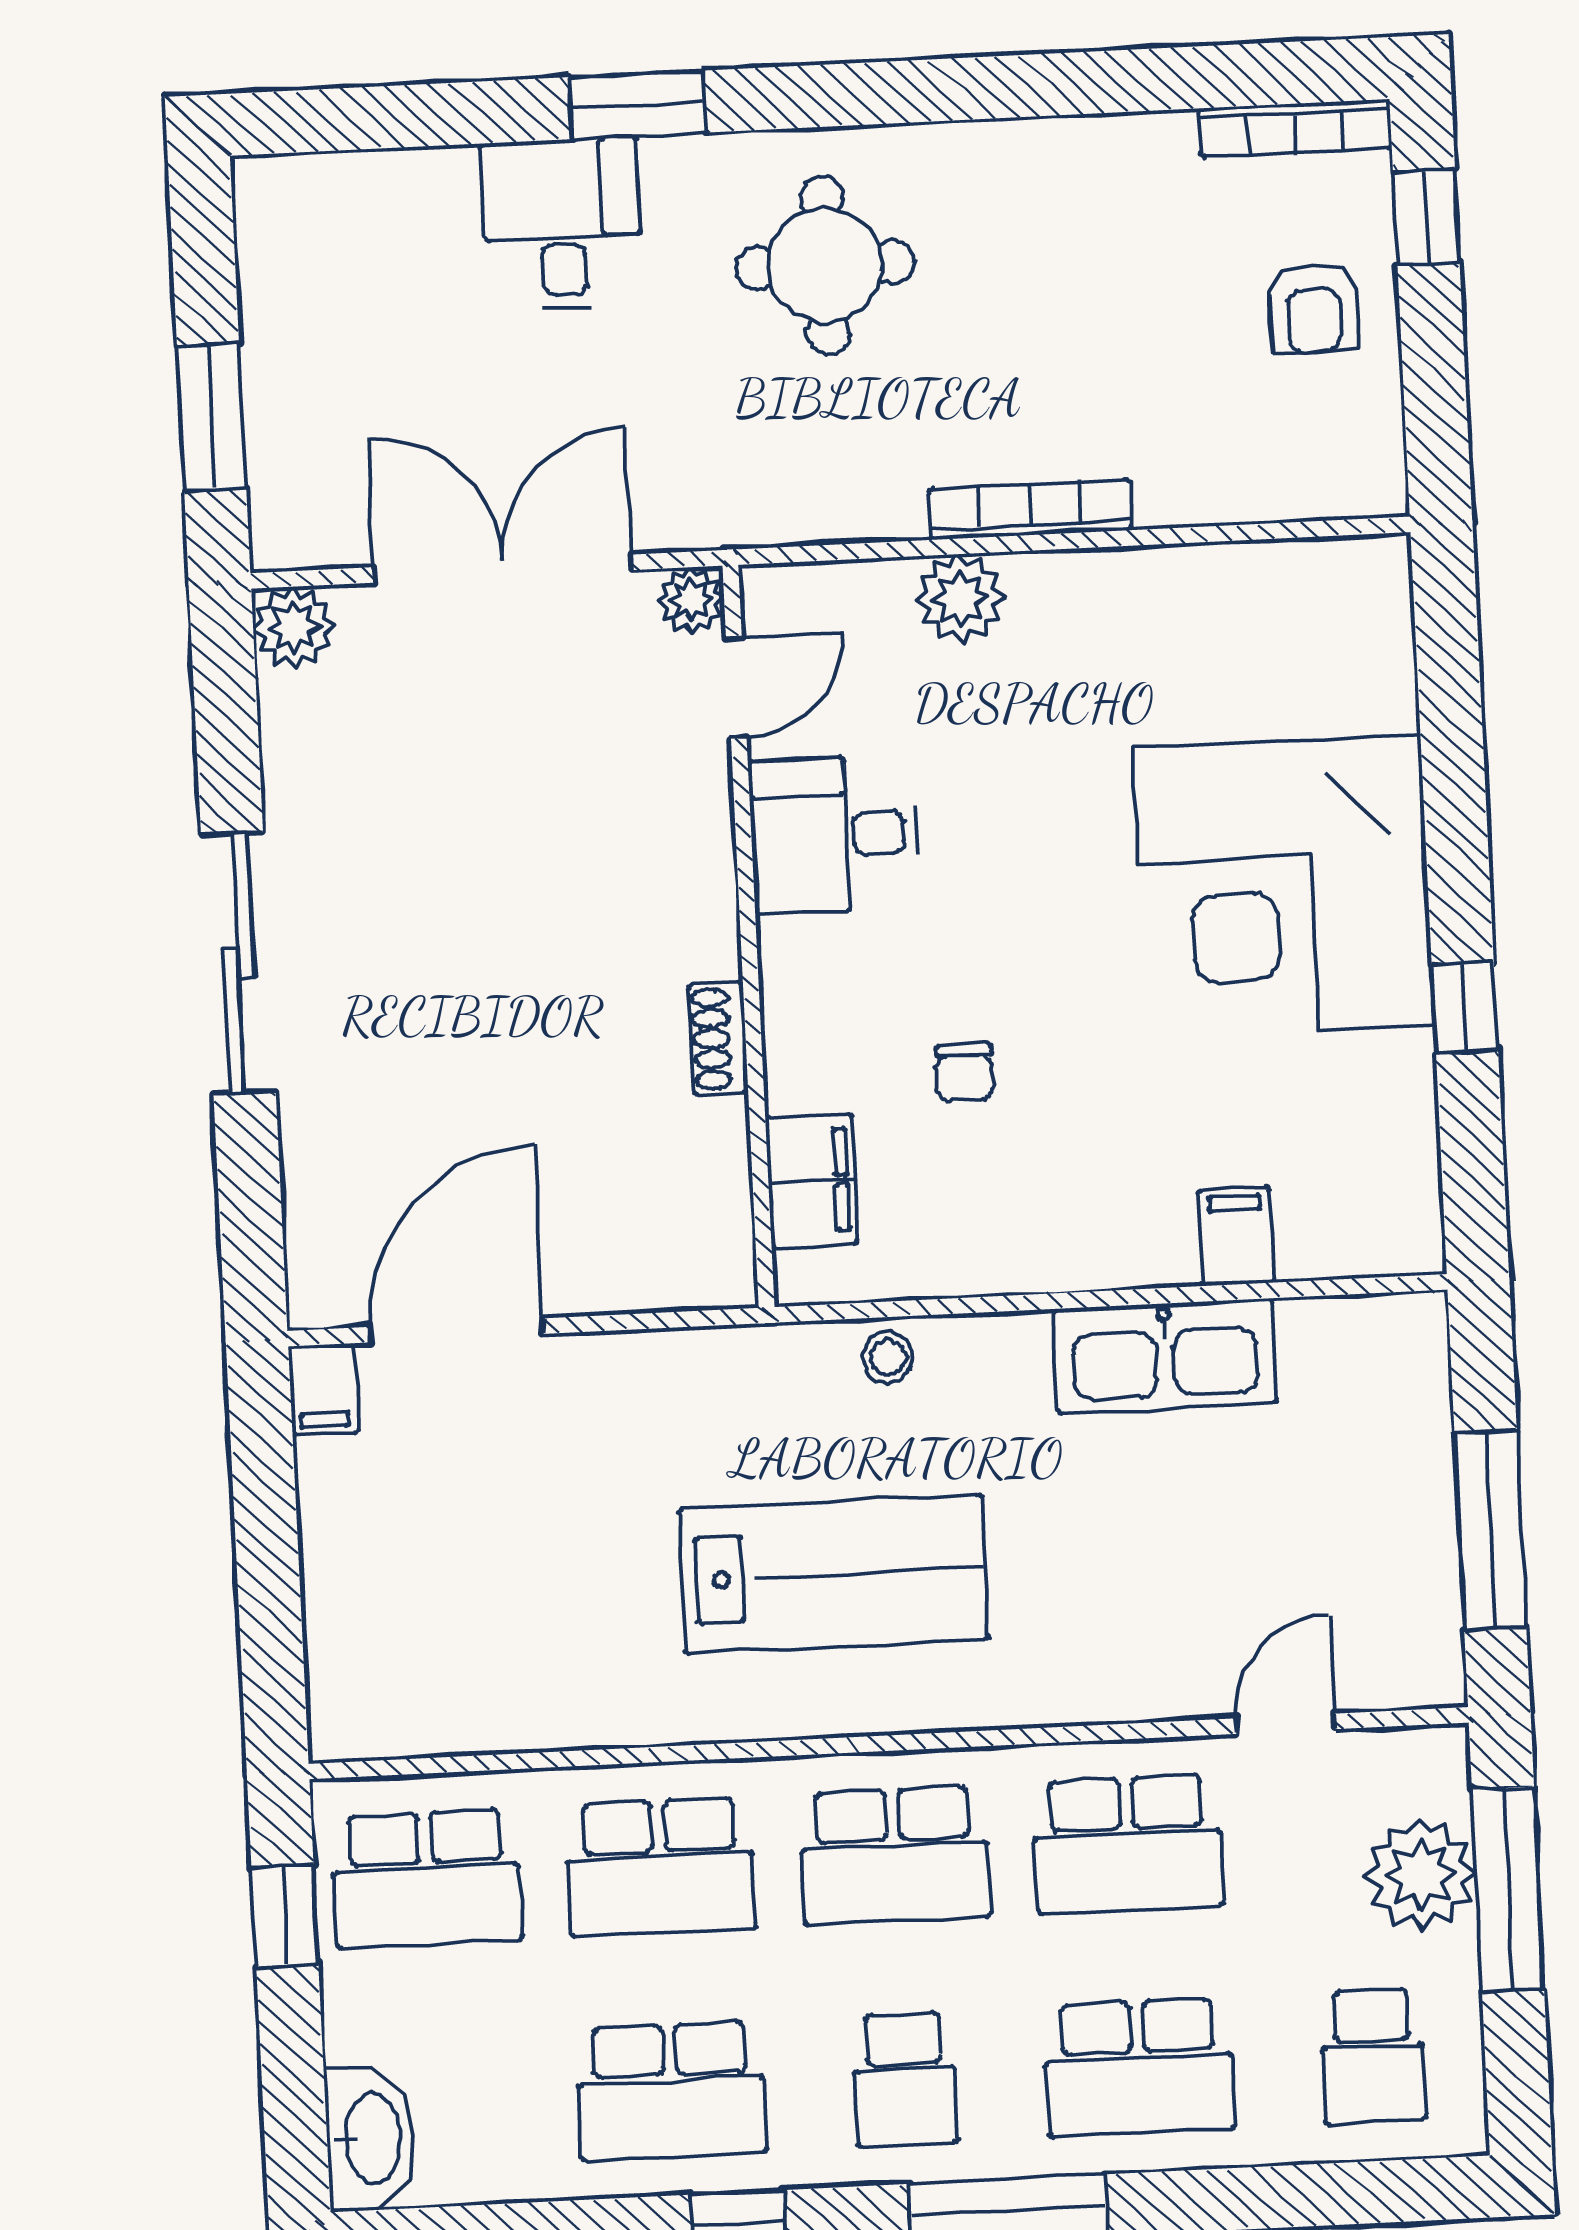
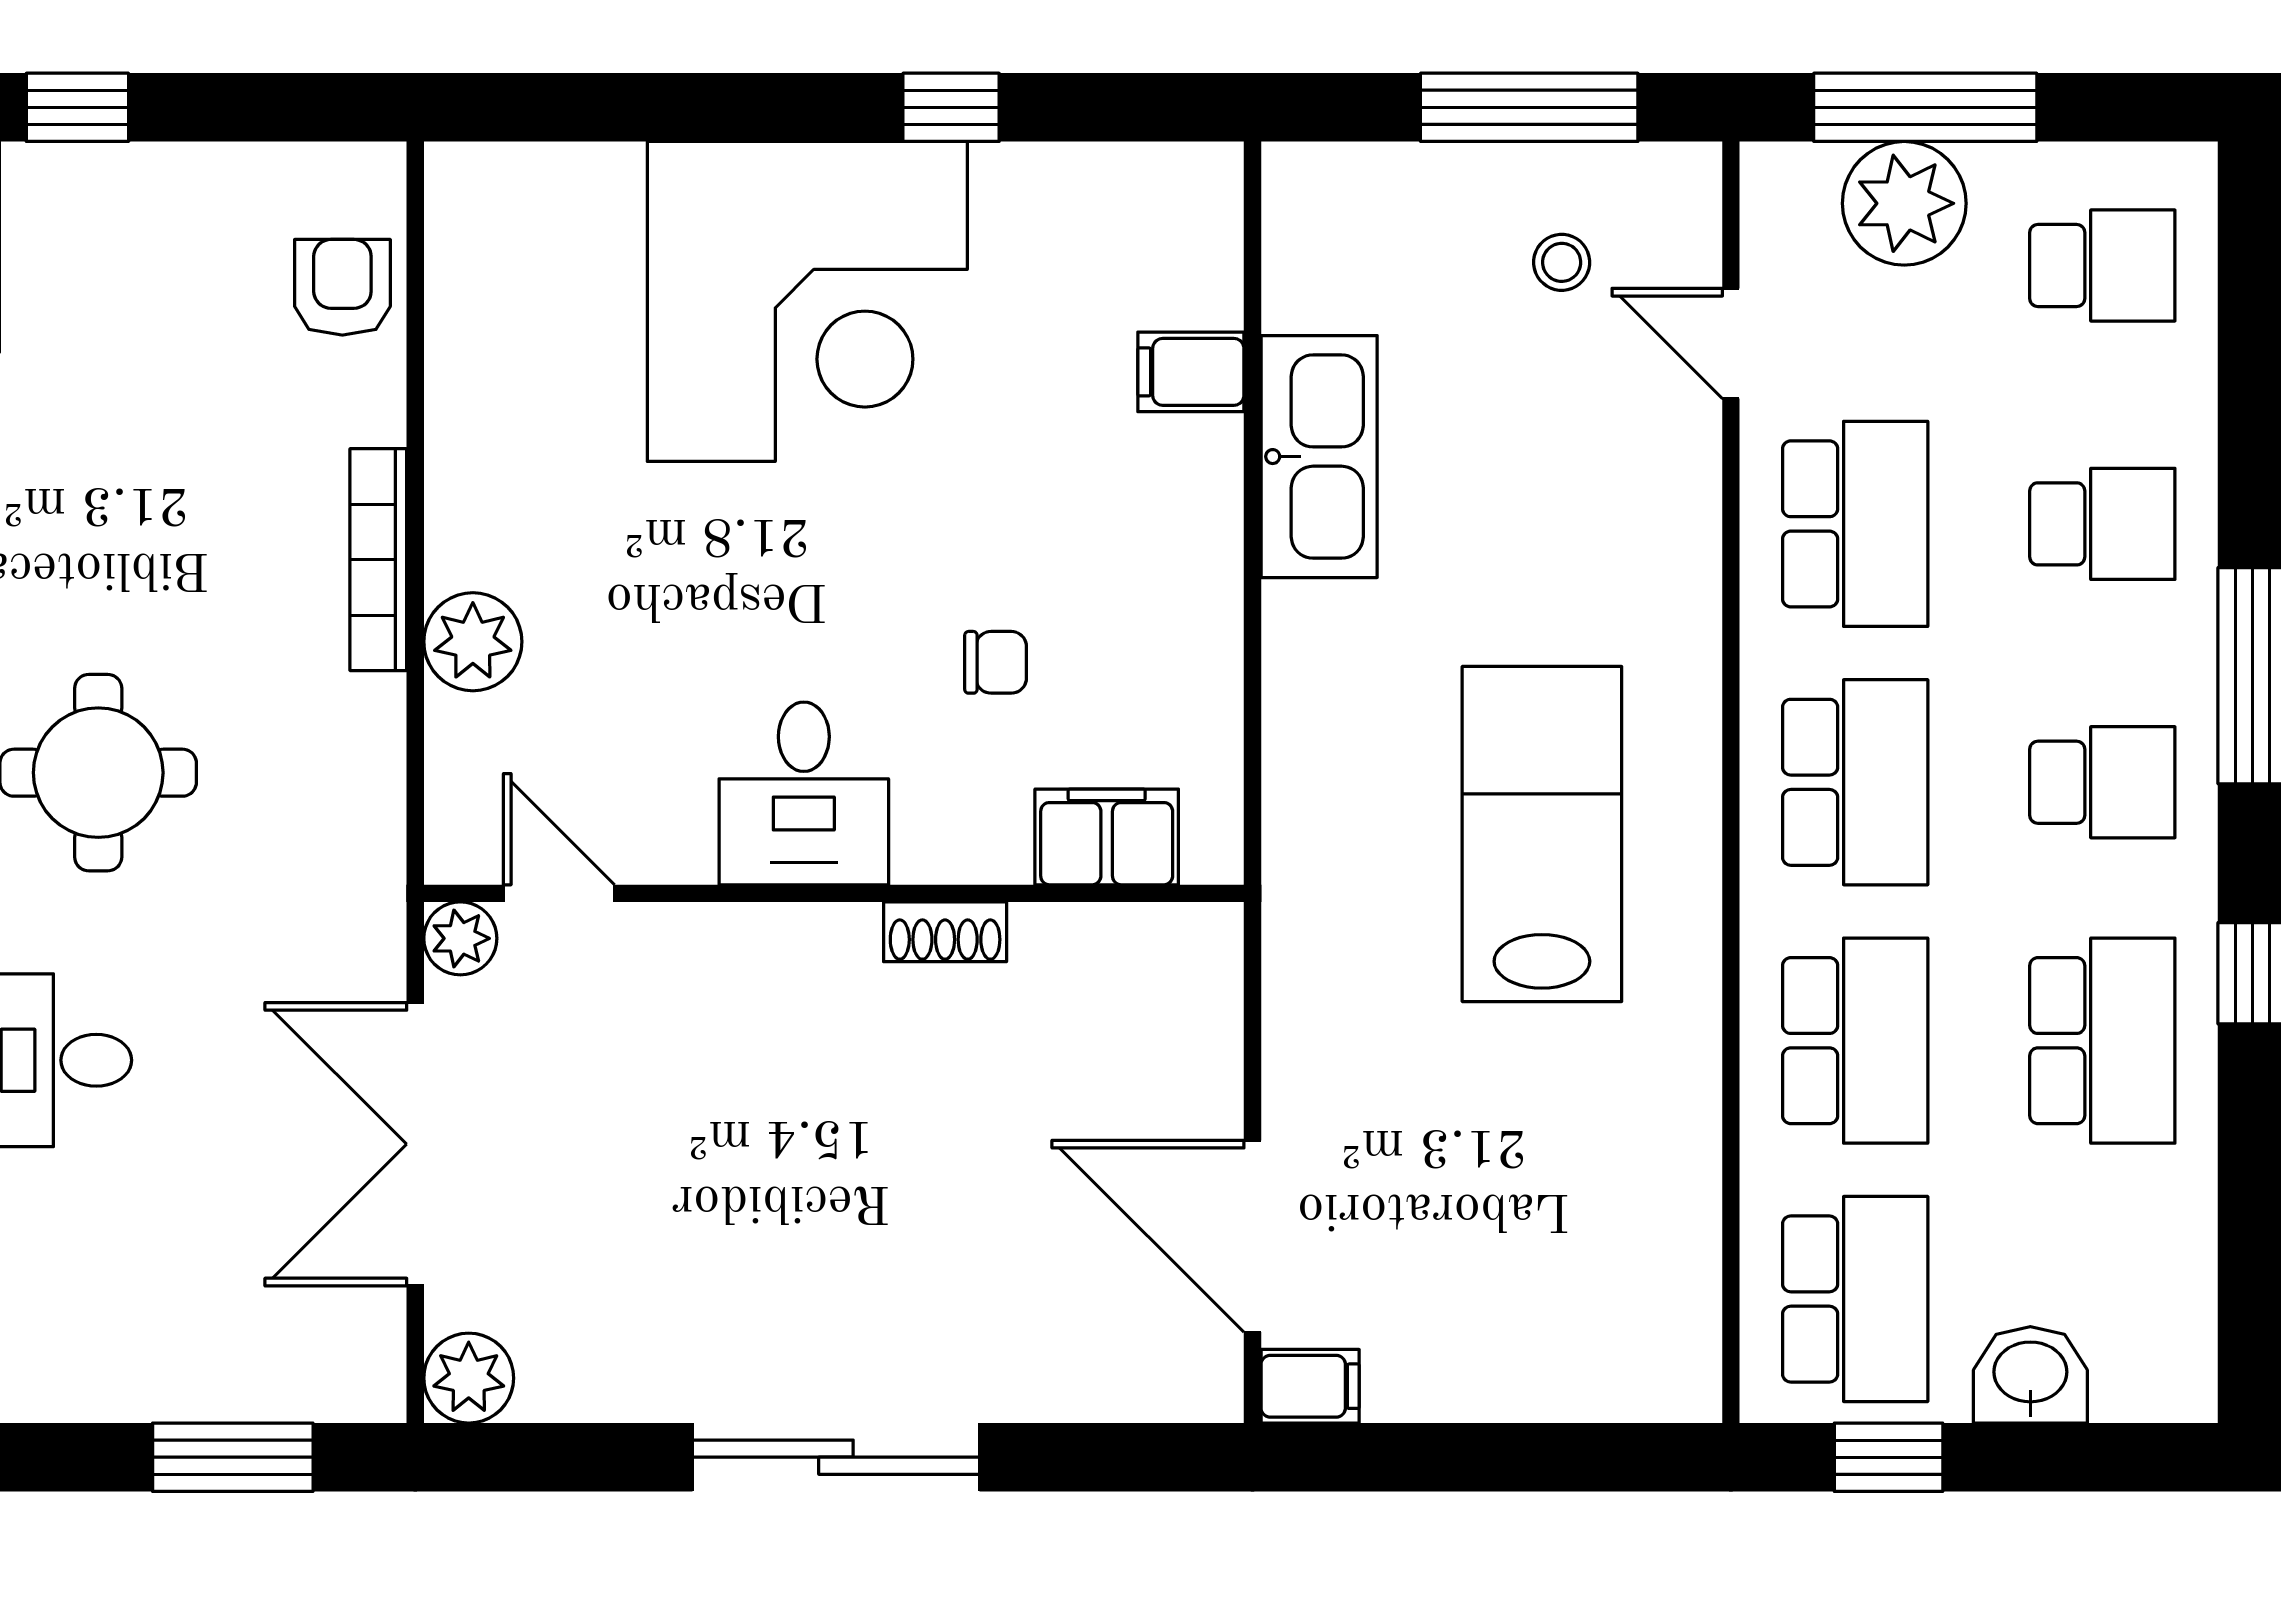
armchair: (1314, 308) -> (342, 287), moved, turned -90
desk: (834, 835) -> (804, 793), moved
stool: (888, 1357) -> (1562, 262), moved
school desk: (1139, 2068) -> (2102, 524), width x0.54
washbasin: (371, 2139) -> (2030, 1375), moved, width x0.72

